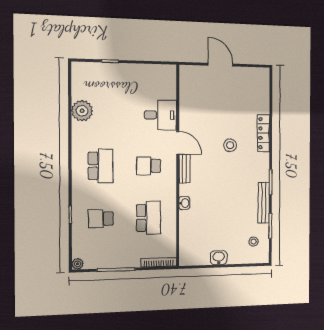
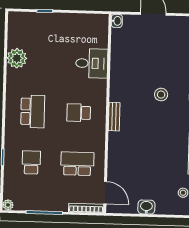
door: (178, 143) -> (105, 193), moved
washbasin: (184, 203) -> (117, 21), moved
school desk: (149, 218) -> (77, 164), turned -90
school desk: (101, 219) -> (31, 162), turned 90

